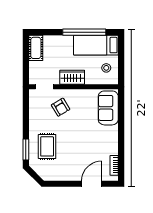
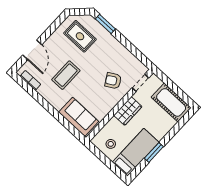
window: (84, 32) -> (154, 152), width x0.47
cot: (36, 48) -> (171, 102), width x1.37, depth x1.34
coffee table: (87, 144) -> (66, 75), added
rug: (47, 146) -> (80, 36), moved

